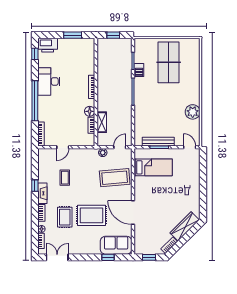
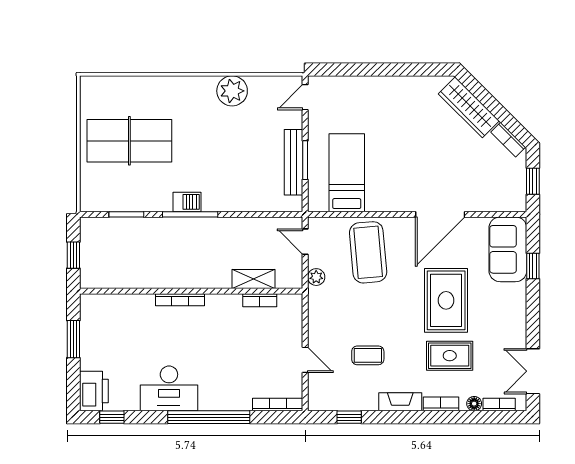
barbecue: (139, 70) -> (187, 202), moved
floor lamp: (90, 111) -> (231, 304), removed
window: (35, 186) -> (349, 417), moved

